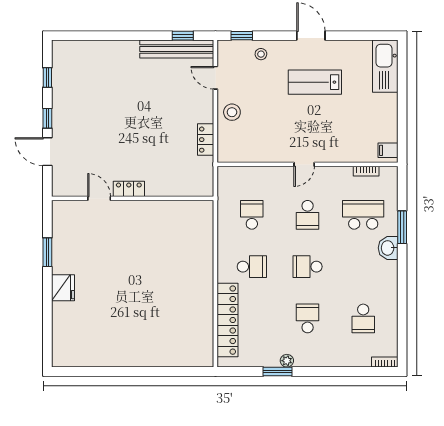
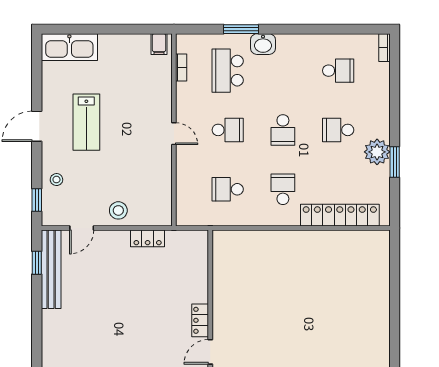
plant: (287, 361) -> (377, 152), width x1.88, depth x1.88

